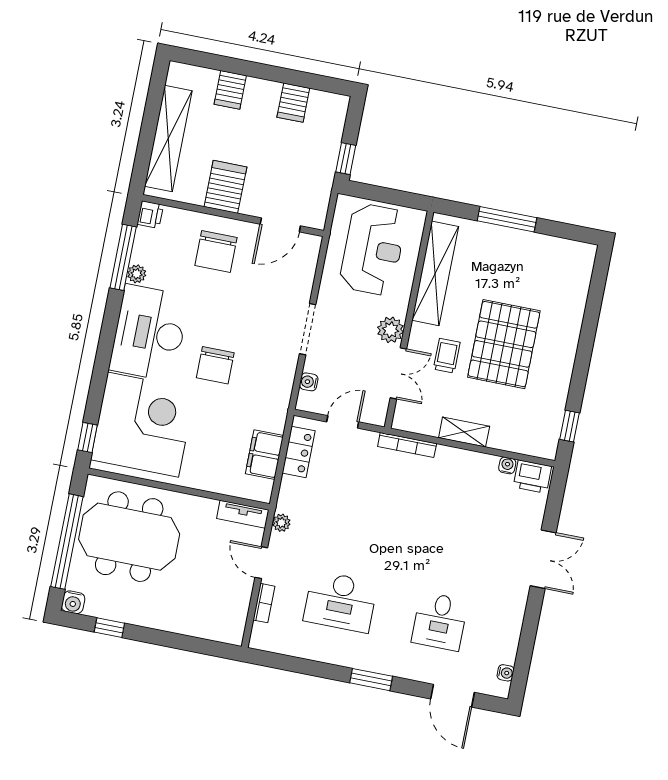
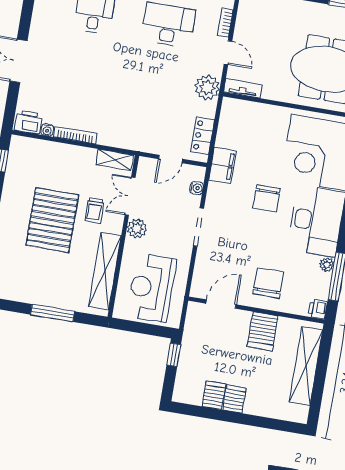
server rack: (230, 90) -> (234, 399), moved
chair: (215, 365) -> (266, 198), turned 180
shelving: (464, 432) -> (115, 160), moved
bookcase: (407, 445) -> (75, 135), moved
filing cabinet: (264, 455) -> (222, 165), moved
plant: (281, 523) -> (207, 87), width x1.88, depth x1.88

